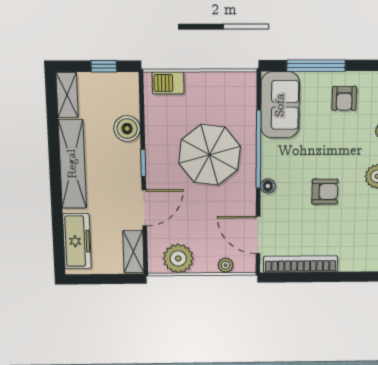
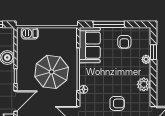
armchair: (325, 192) -> (117, 103), moved

